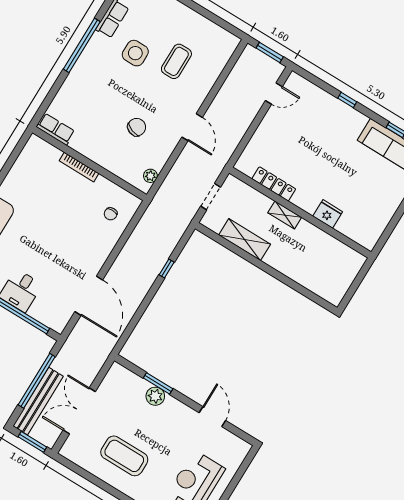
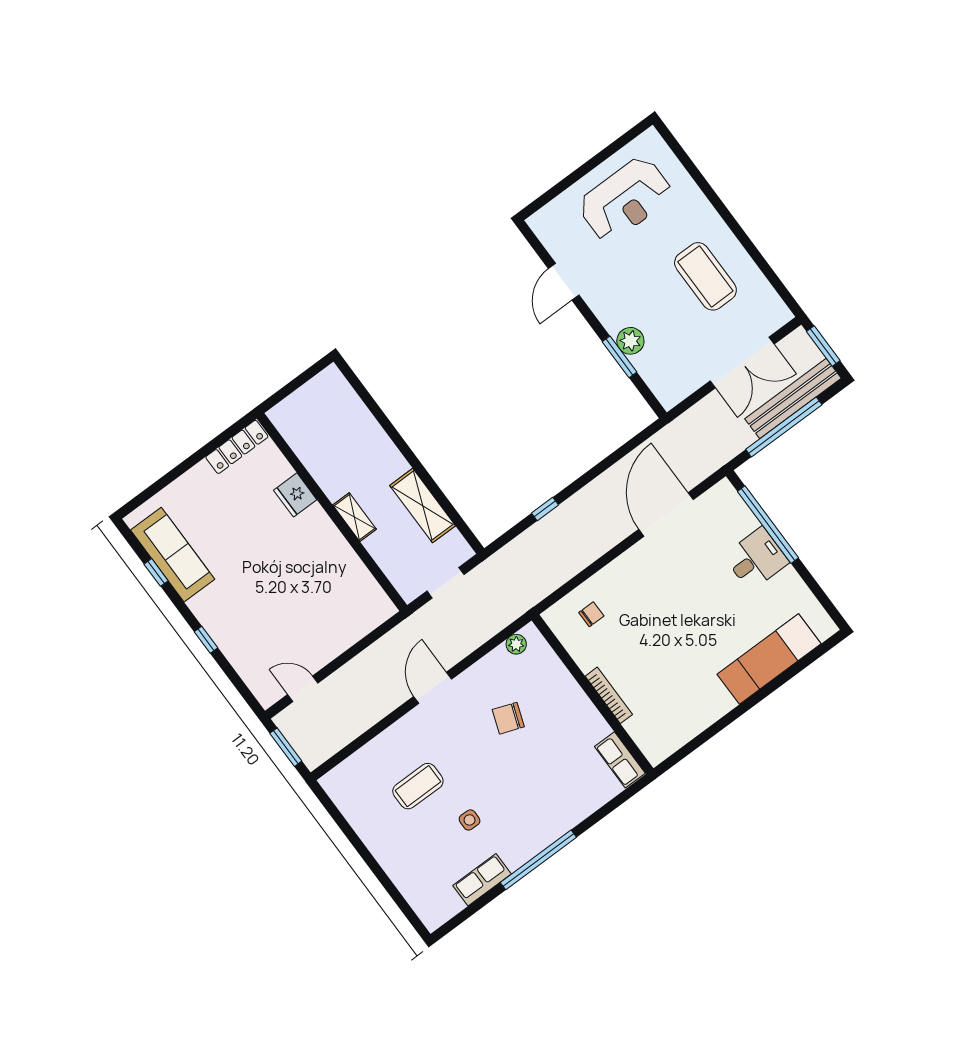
side table: (135, 53) -> (470, 820), width x0.54, depth x0.54
locker: (274, 184) -> (237, 447), moved, turned -90

